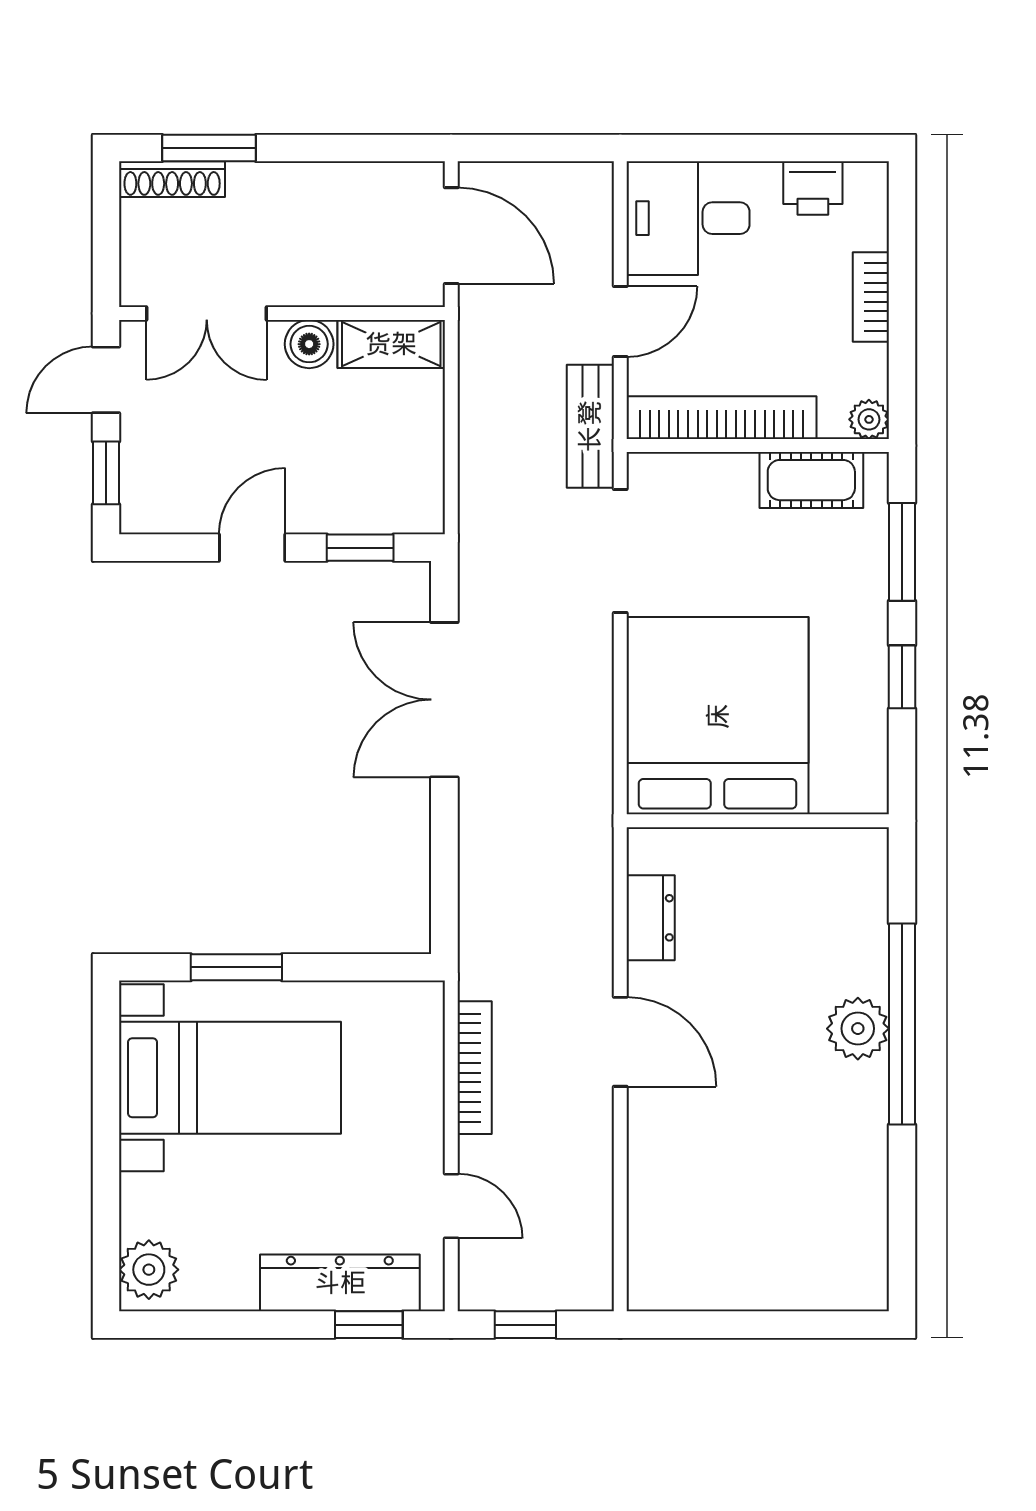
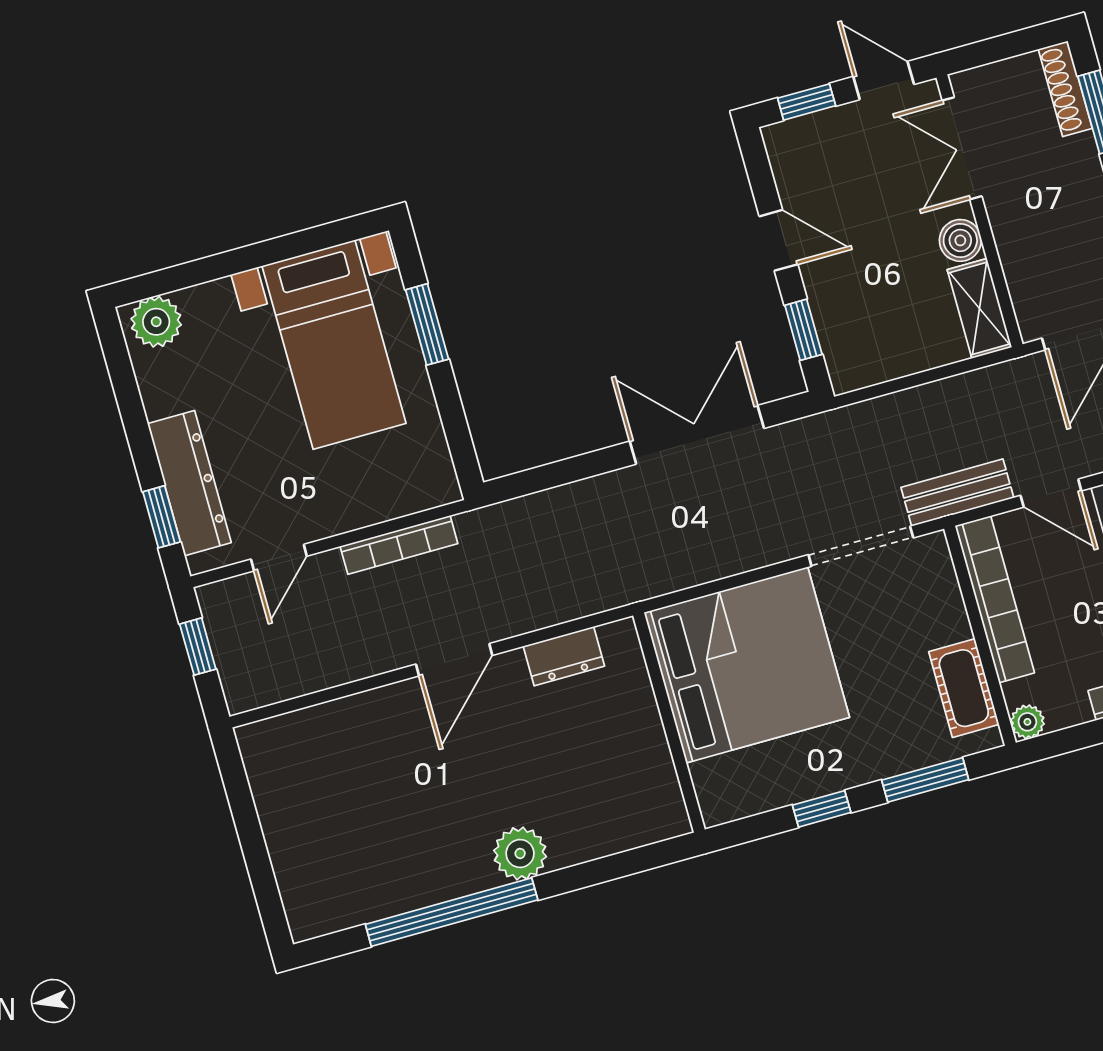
window: (902, 1024) -> (452, 912), moved

